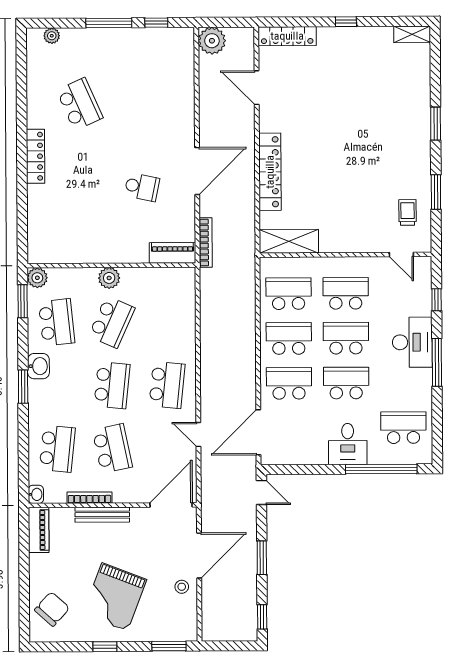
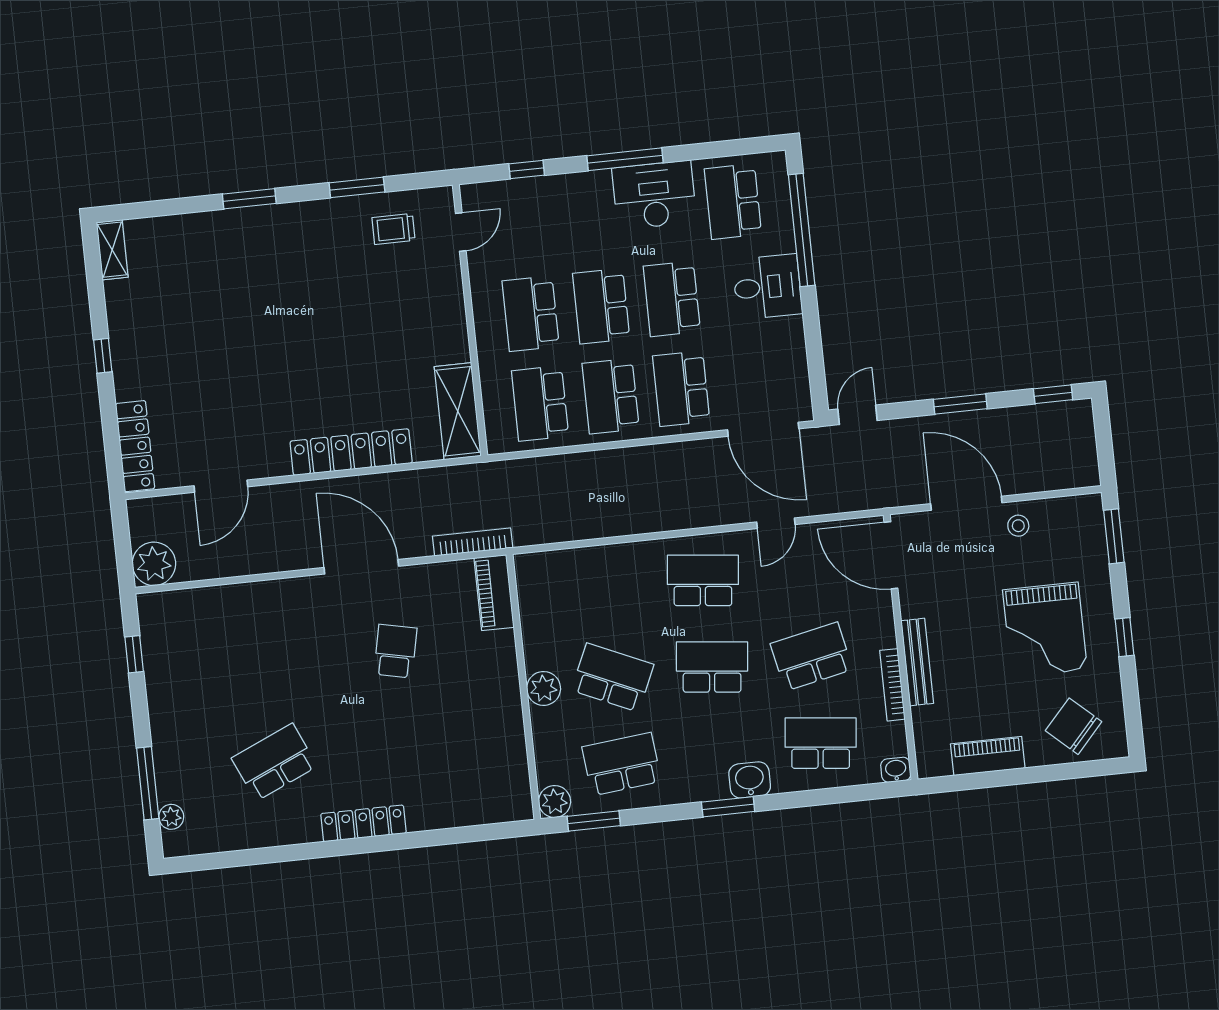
window: (109, 23) -> (148, 783), moved
desk: (412, 342) -> (654, 195), moved
washbasin: (38, 366) -> (750, 780), moved
piano: (39, 530) -> (988, 756), moved
grand piano: (115, 597) -> (1045, 630), turned 69

